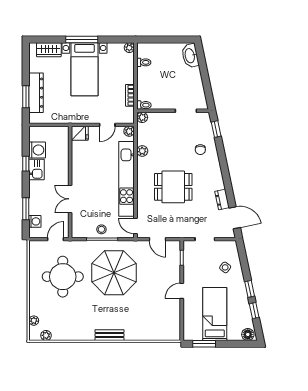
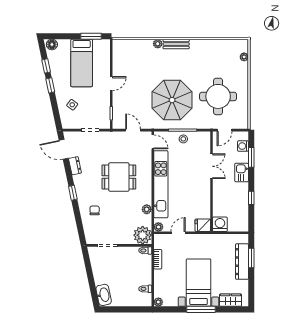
plant: (142, 117) -> (143, 235), width x1.88, depth x1.88
window: (216, 129) -> (73, 193), moved
washing machine: (37, 150) -> (220, 224), moved, turned 90
kitchen sink: (37, 170) -> (242, 172), moved
plant: (46, 335) -> (158, 44), moved

